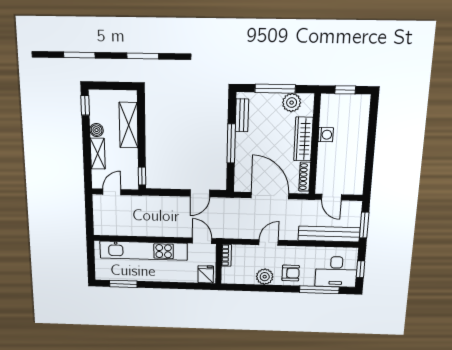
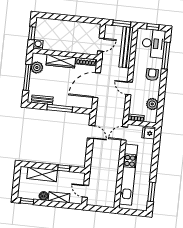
washing machine: (326, 135) -> (38, 44), moved
window: (142, 176) -> (64, 168), moved
plant: (265, 277) -> (152, 104), moved

